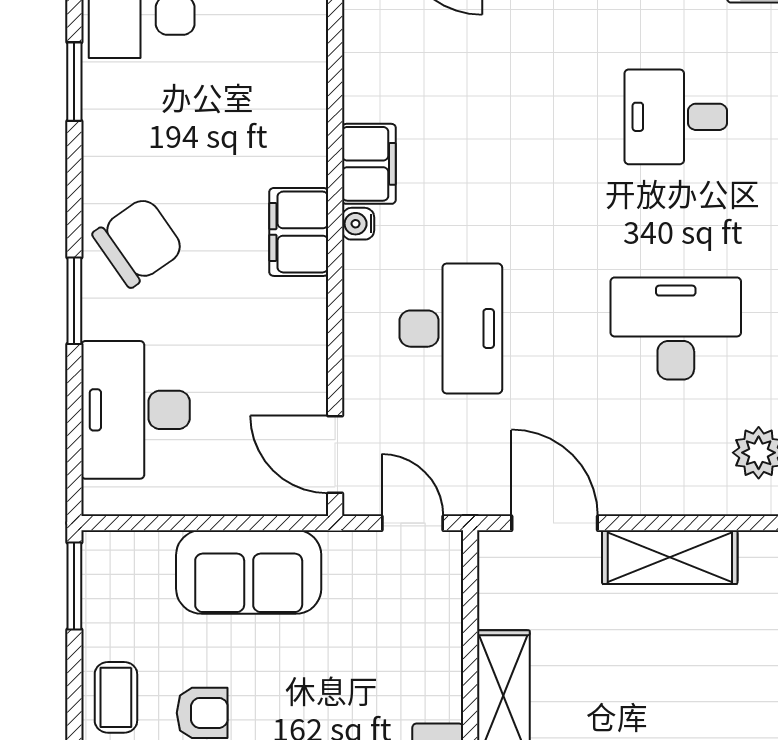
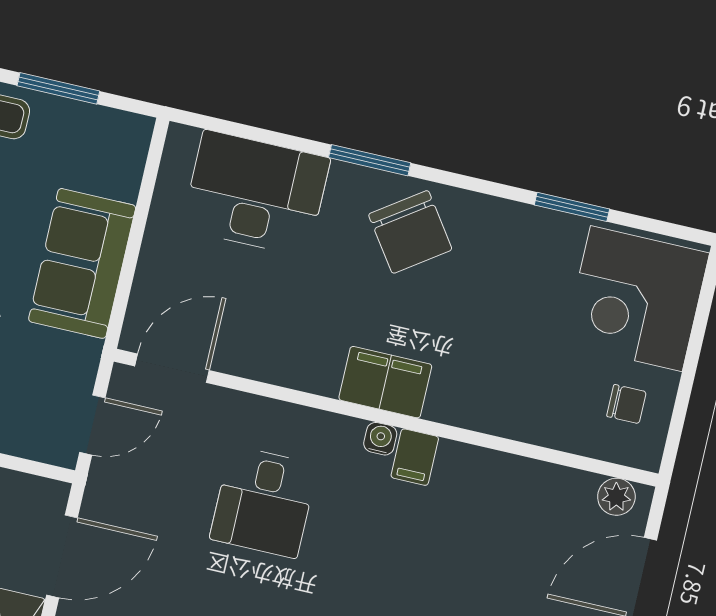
filing cabinet: (369, 164) -> (415, 457), width x0.50
desk: (451, 329) -> (264, 502), width x0.73
window: (74, 586) -> (58, 88), moved

